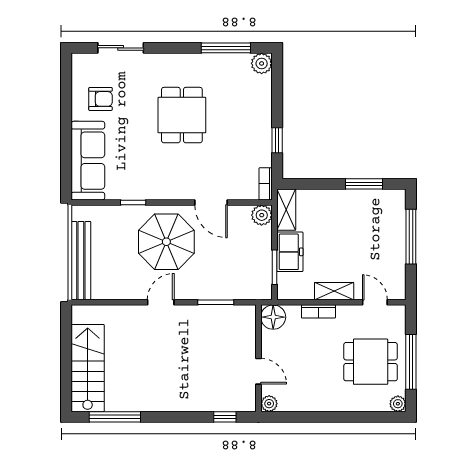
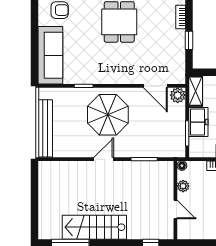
bookcase: (266, 184) -> (181, 17), moved
door: (211, 202) -> (155, 86), moved
floor lamp: (273, 317) -> (182, 166), width x0.53, depth x0.53
stairs: (88, 368) -> (94, 227), moved, turned -90
plant: (269, 404) -> (183, 186), moved

